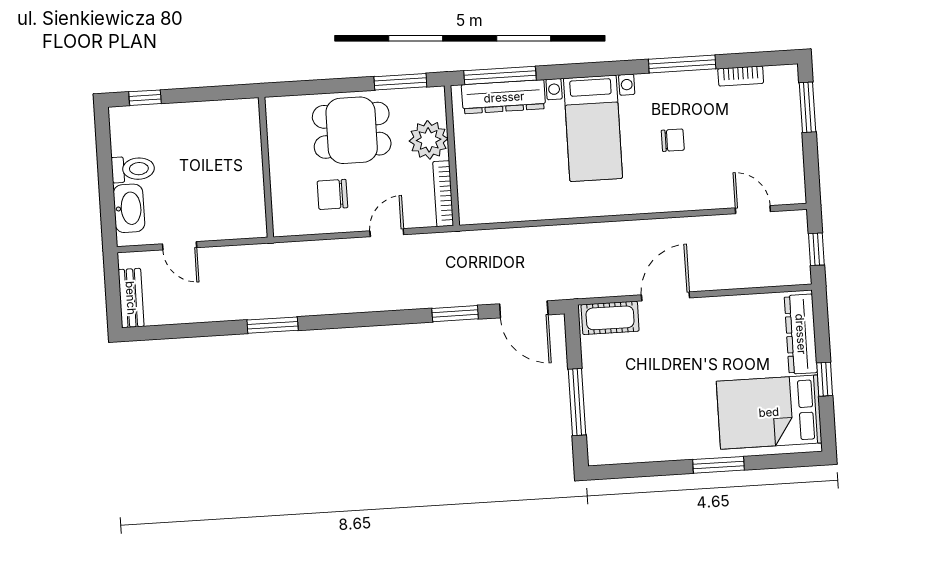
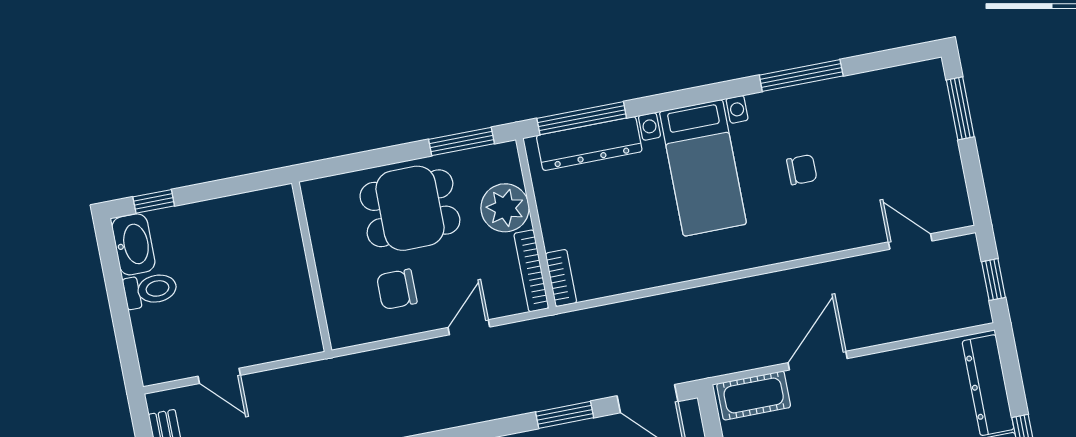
bookcase: (741, 76) -> (561, 278), moved, turned -90
washbasin: (129, 208) -> (133, 244), moved

